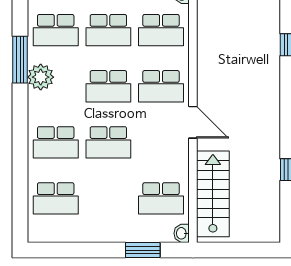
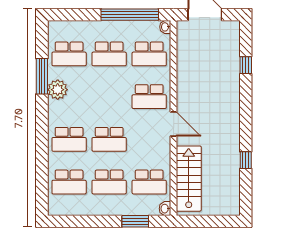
school desk: (108, 86) -> (109, 182), moved

